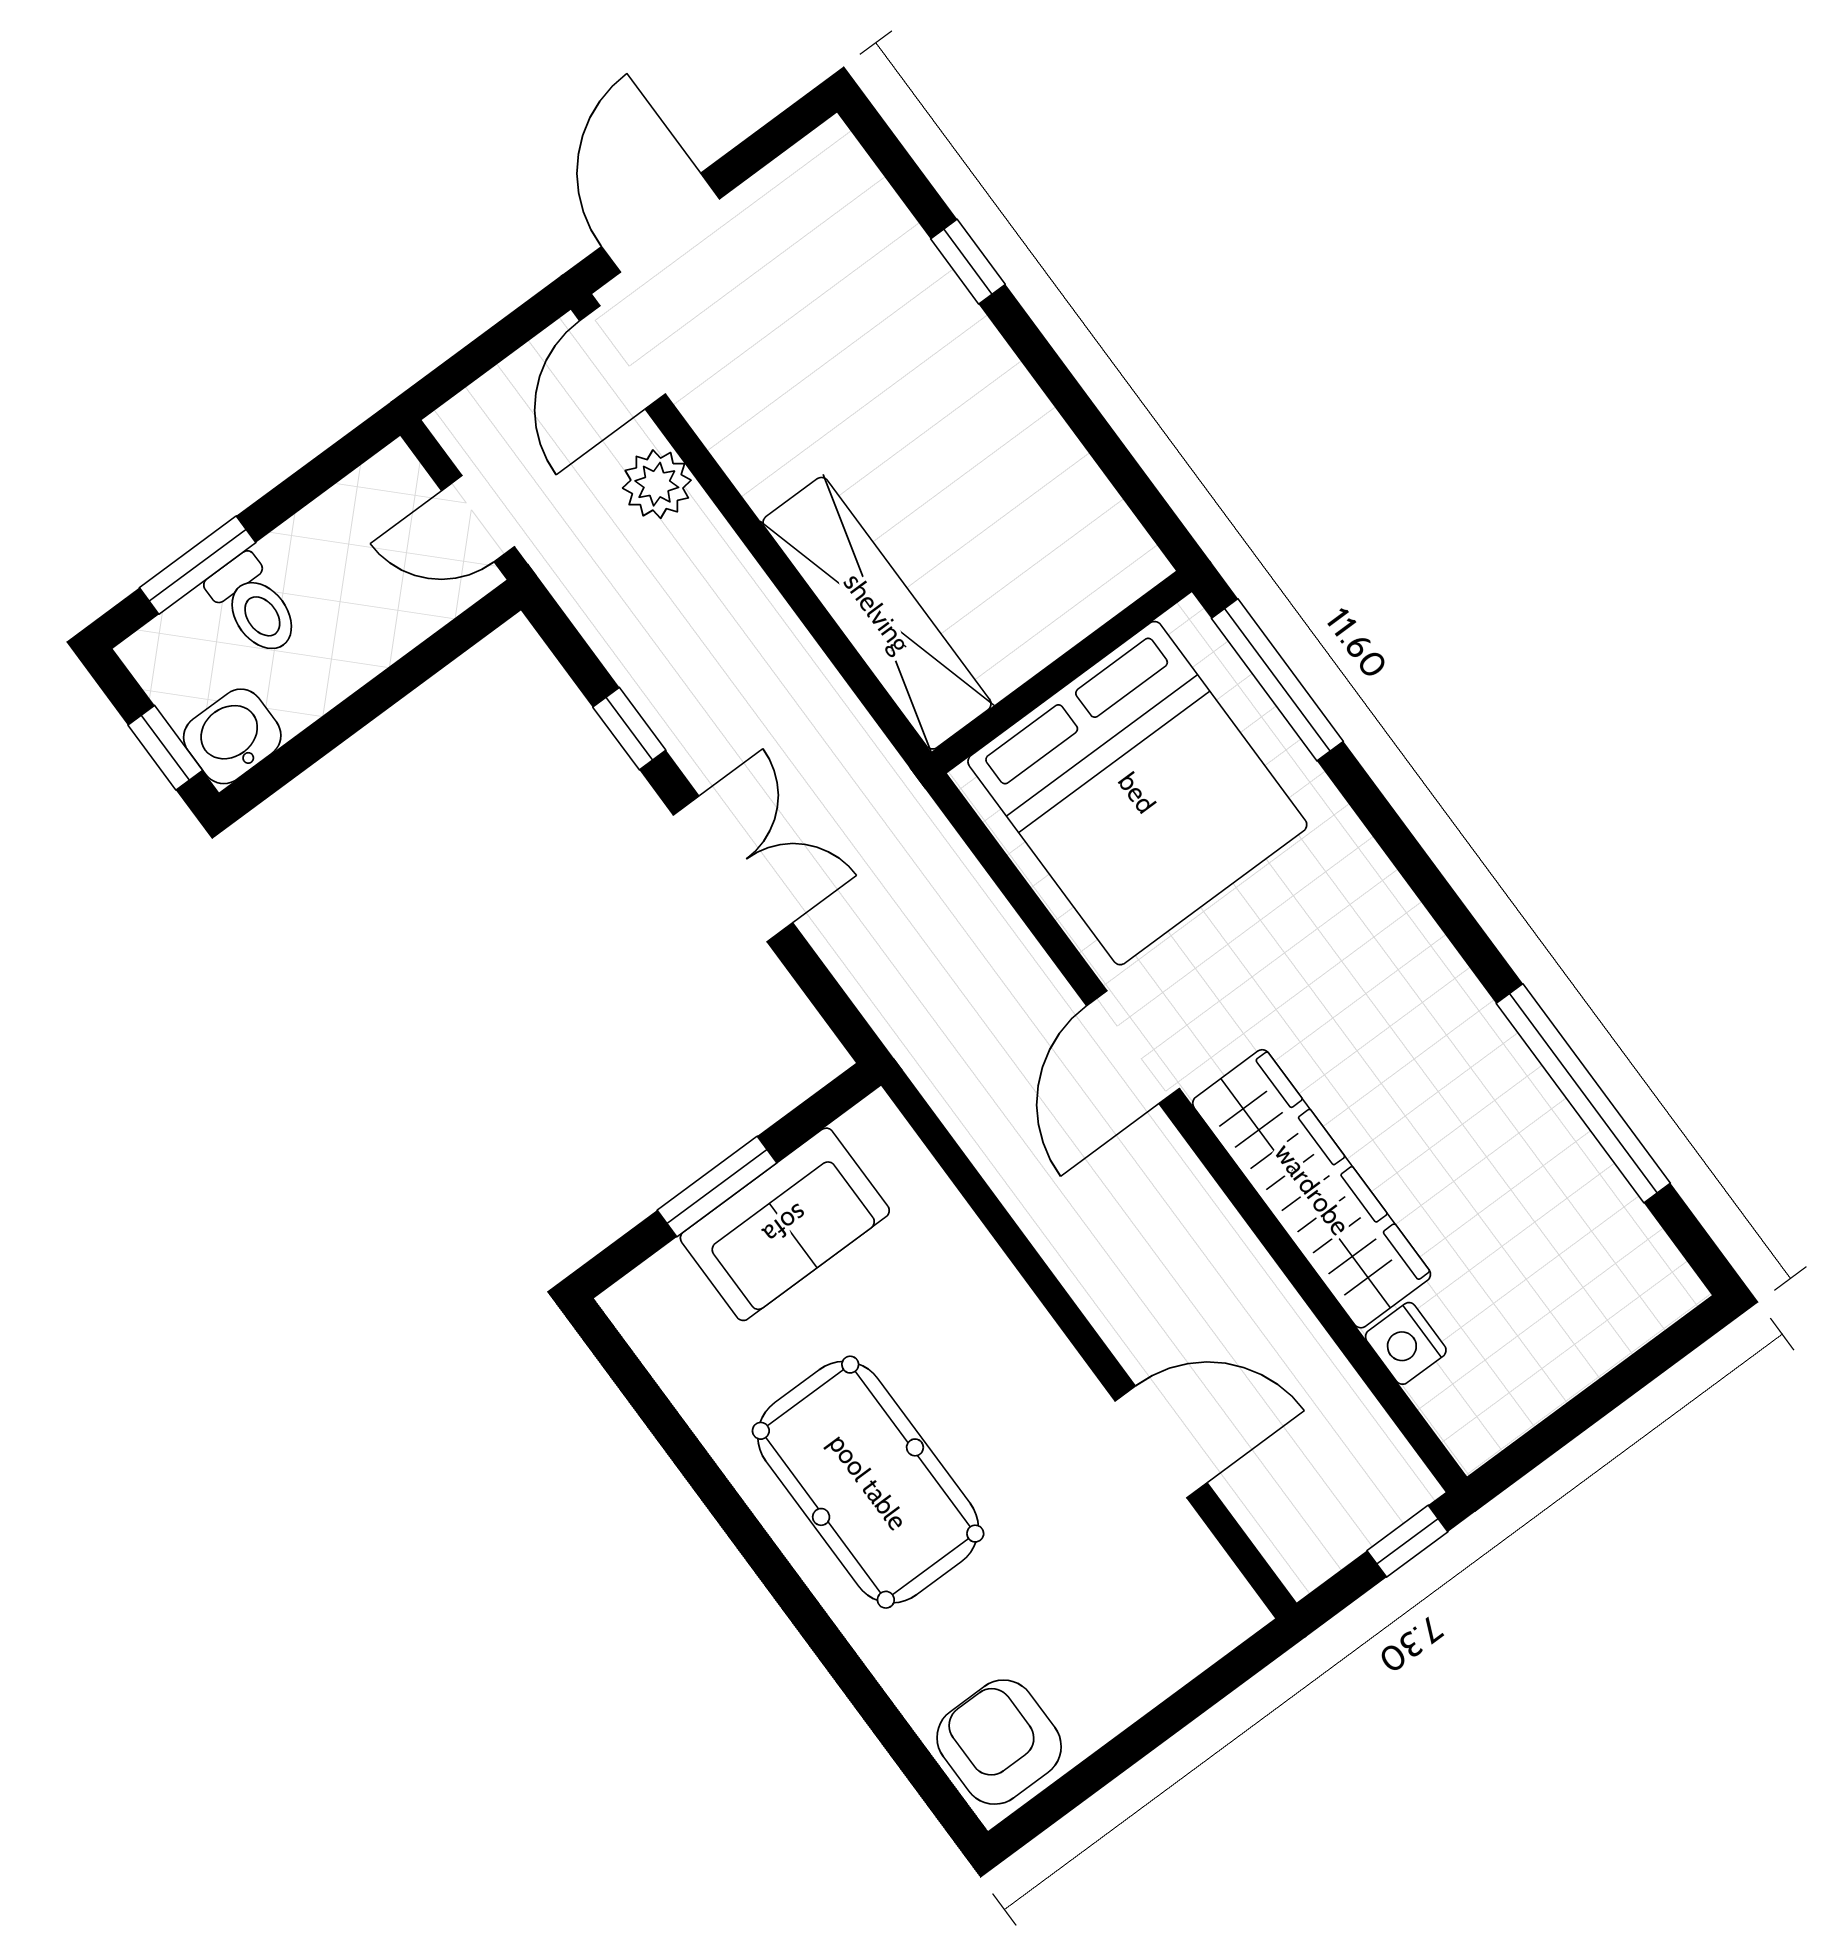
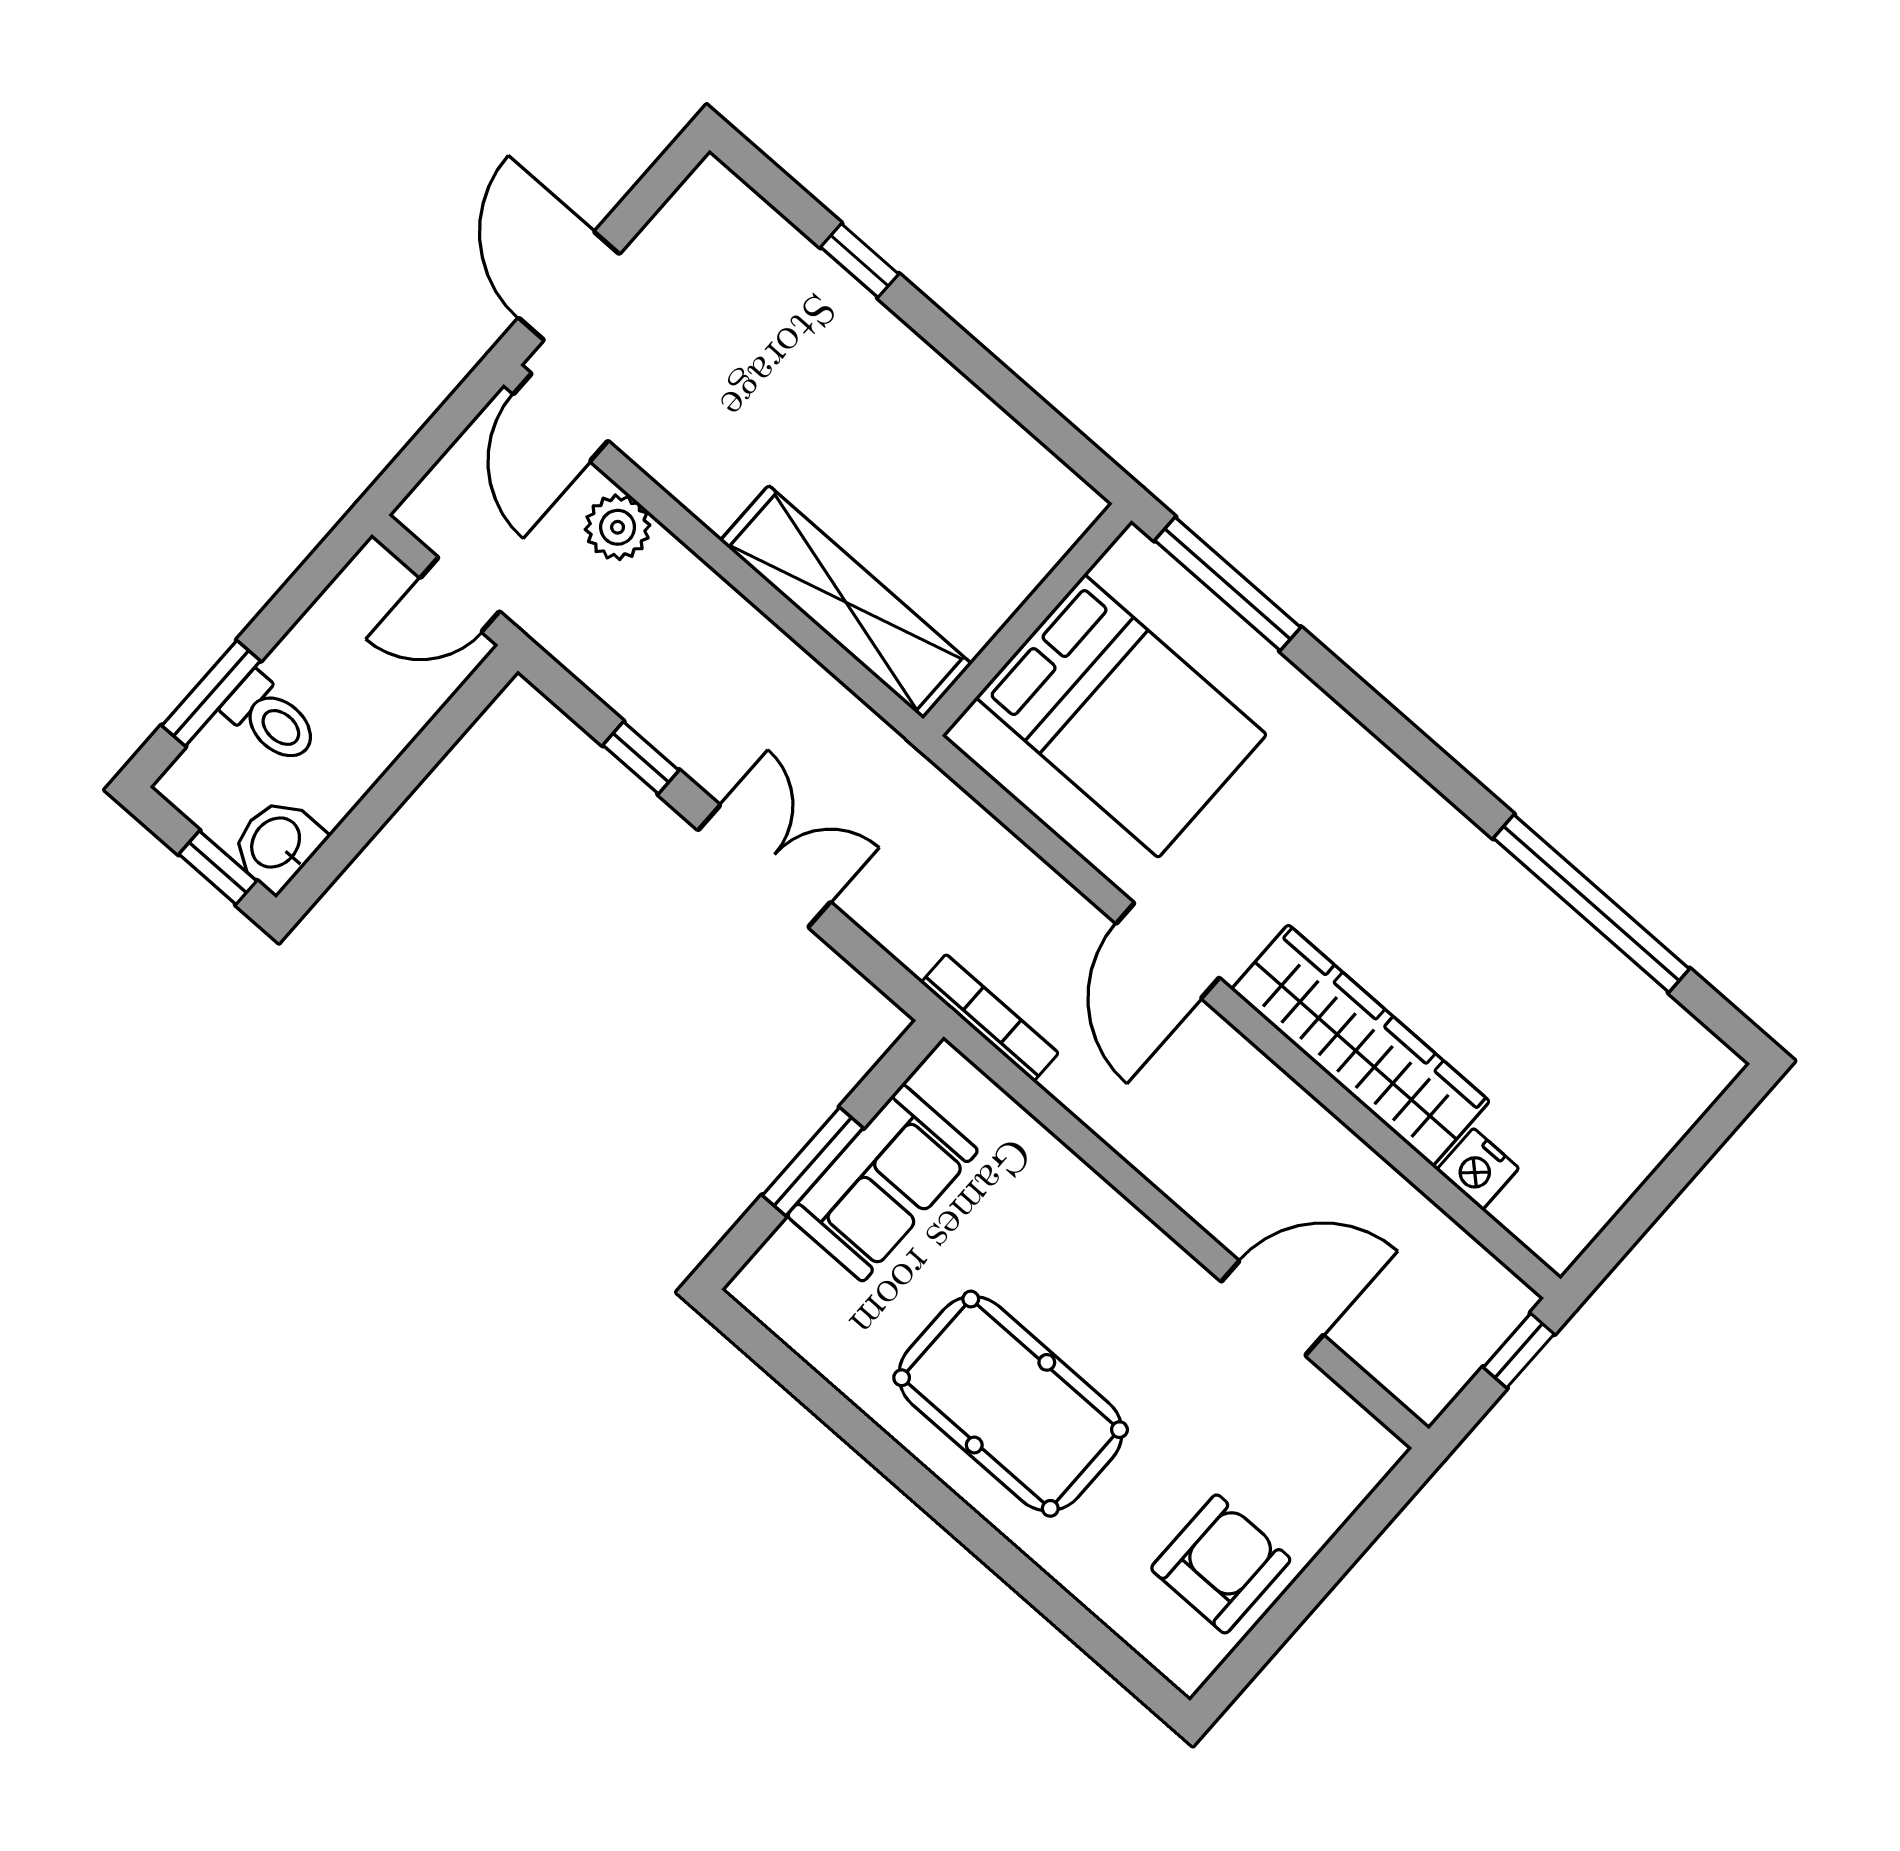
bed: (1137, 793) -> (1121, 716), width x0.73
bookcase: (933, 1077) -> (990, 1018), added
armchair: (999, 1742) -> (1221, 1564), moved, turned 90

